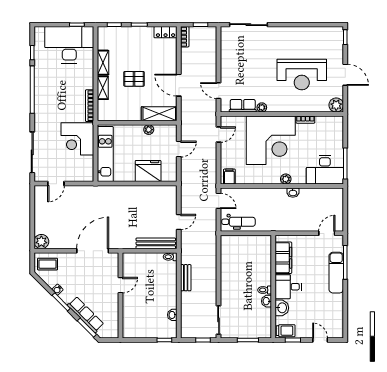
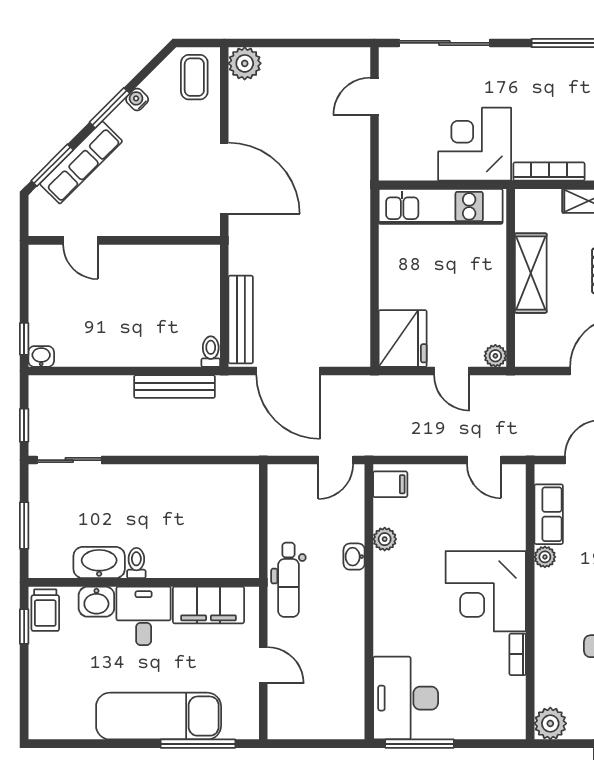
shelving: (159, 114) -> (531, 273), moved
plant: (149, 130) -> (495, 356), moved
corner desk: (271, 140) -> (486, 591), width x0.74, depth x0.74
fridge: (148, 171) -> (403, 339), moved
plant: (286, 179) -> (385, 539), moved
door: (56, 184) -> (374, 96), hinge flipped
washbasin: (293, 193) -> (354, 557), moved
door: (179, 222) -> (288, 371), width x1.88
dental chair: (239, 222) -> (288, 580), moved
door: (327, 233) -> (263, 665), moved
exam couch: (336, 273) -> (159, 716), width x1.36, depth x1.45
bench: (186, 278) -> (175, 387), width x1.36
door: (120, 285) -> (80, 240), moved
washbasin: (266, 301) -> (99, 563), width x1.91, depth x1.45
washbasin: (172, 315) -> (41, 356), moved
door: (320, 340) -> (24, 687), removed

